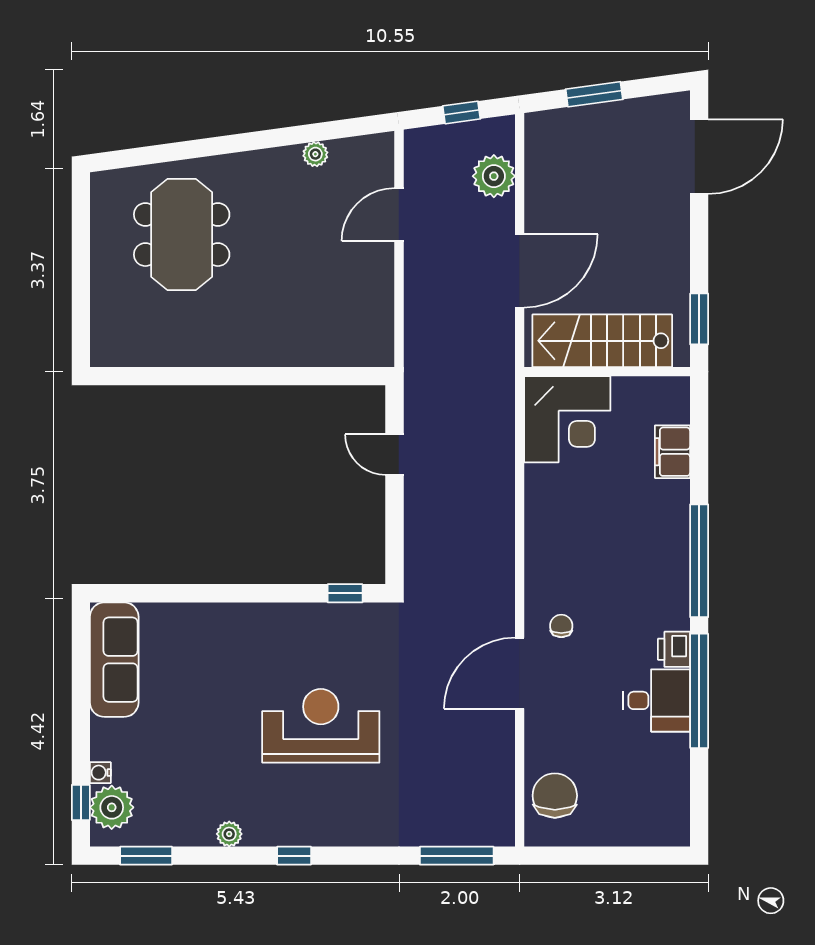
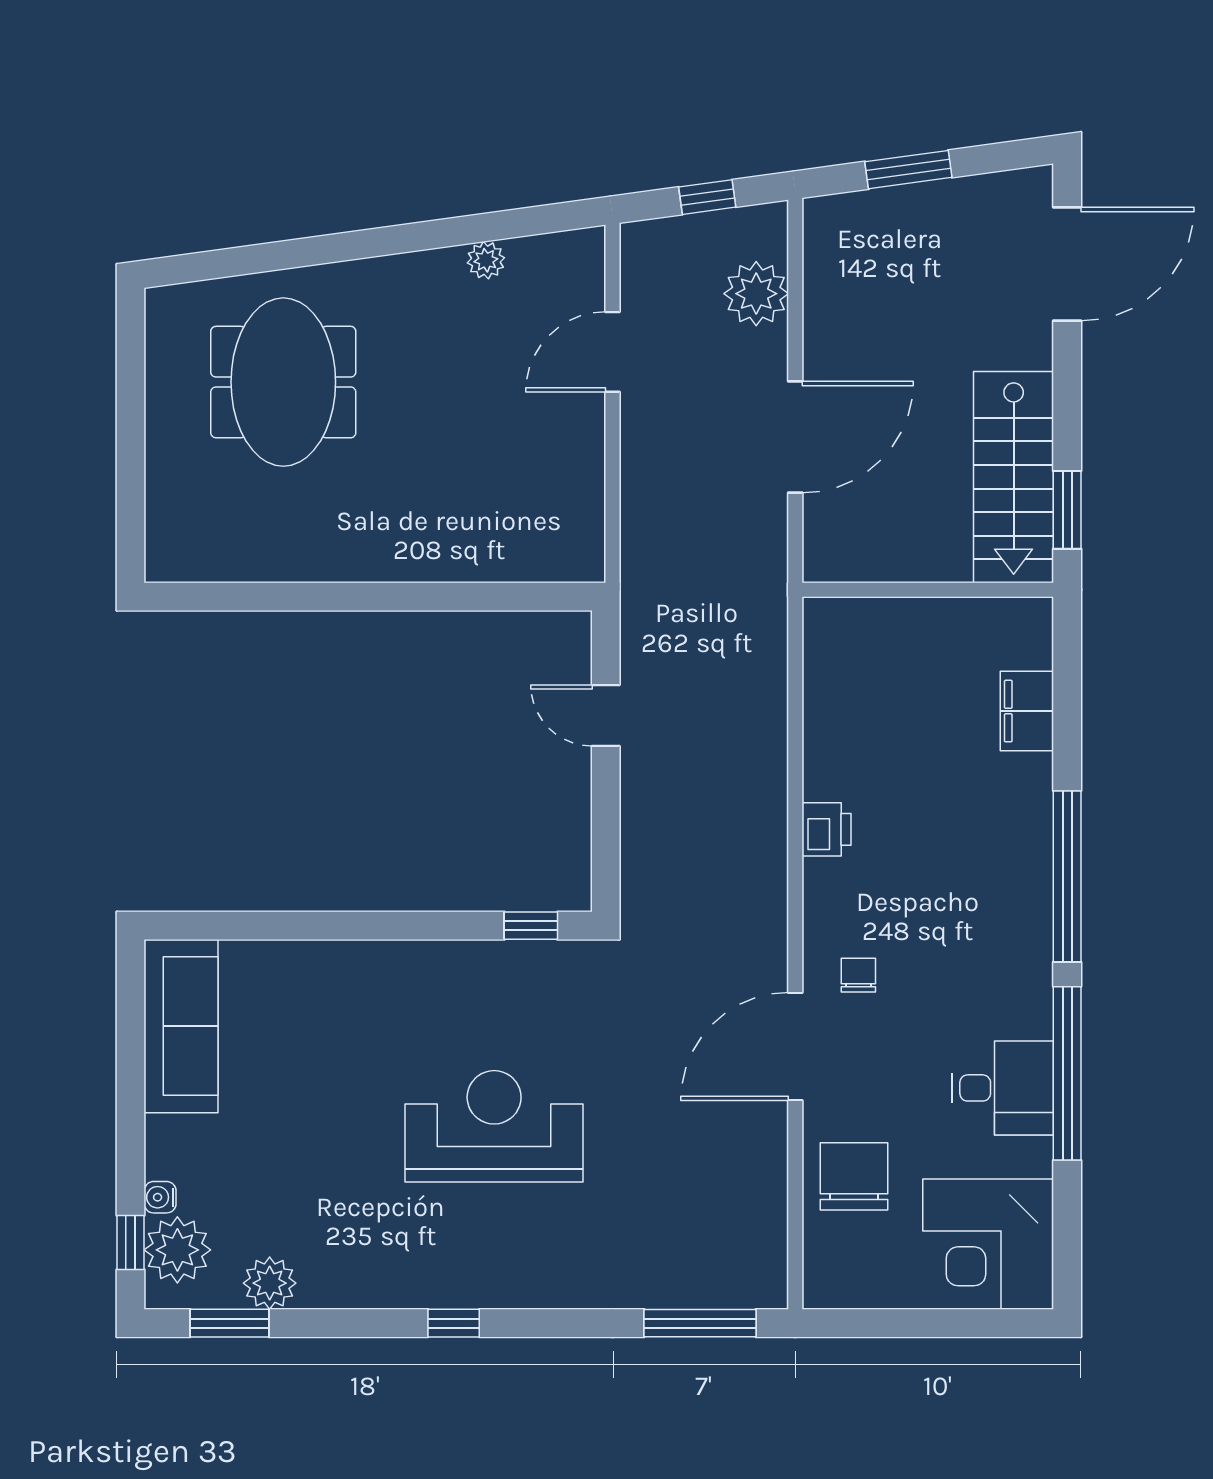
stairs: (602, 341) -> (1014, 477), moved, turned -90
corner desk: (567, 419) -> (988, 1244), moved, turned 90
printer: (674, 649) -> (826, 829), moved, turned 180
chair: (555, 796) -> (854, 1176), moved
plant: (229, 834) -> (270, 1283), moved, width x1.38, depth x1.38

